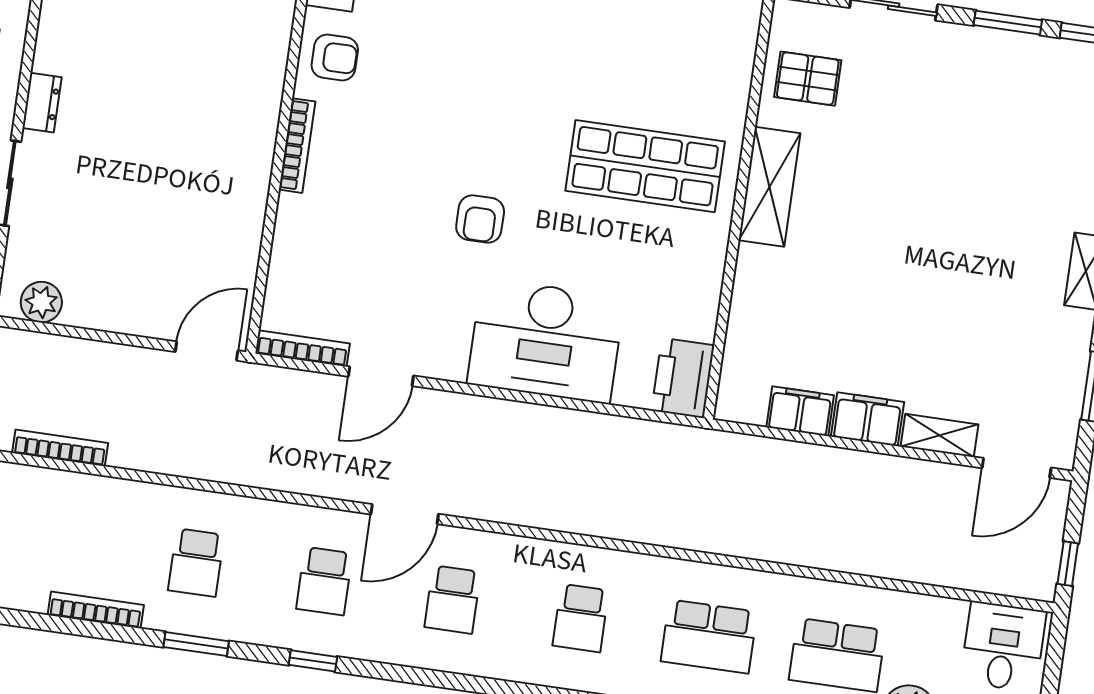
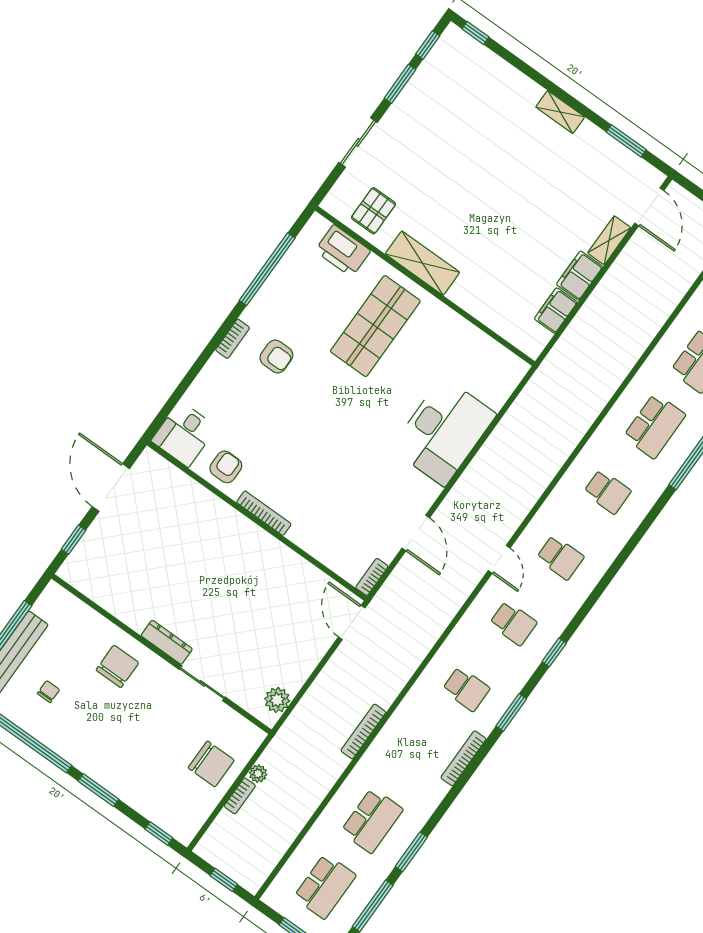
dresser: (42, 103) -> (167, 642), width x1.44
armchair: (480, 219) -> (276, 356), moved
bookcase: (302, 349) -> (372, 577), width x0.64
printer: (683, 378) -> (343, 251), moved
door: (405, 514) -> (499, 559), width x0.73

